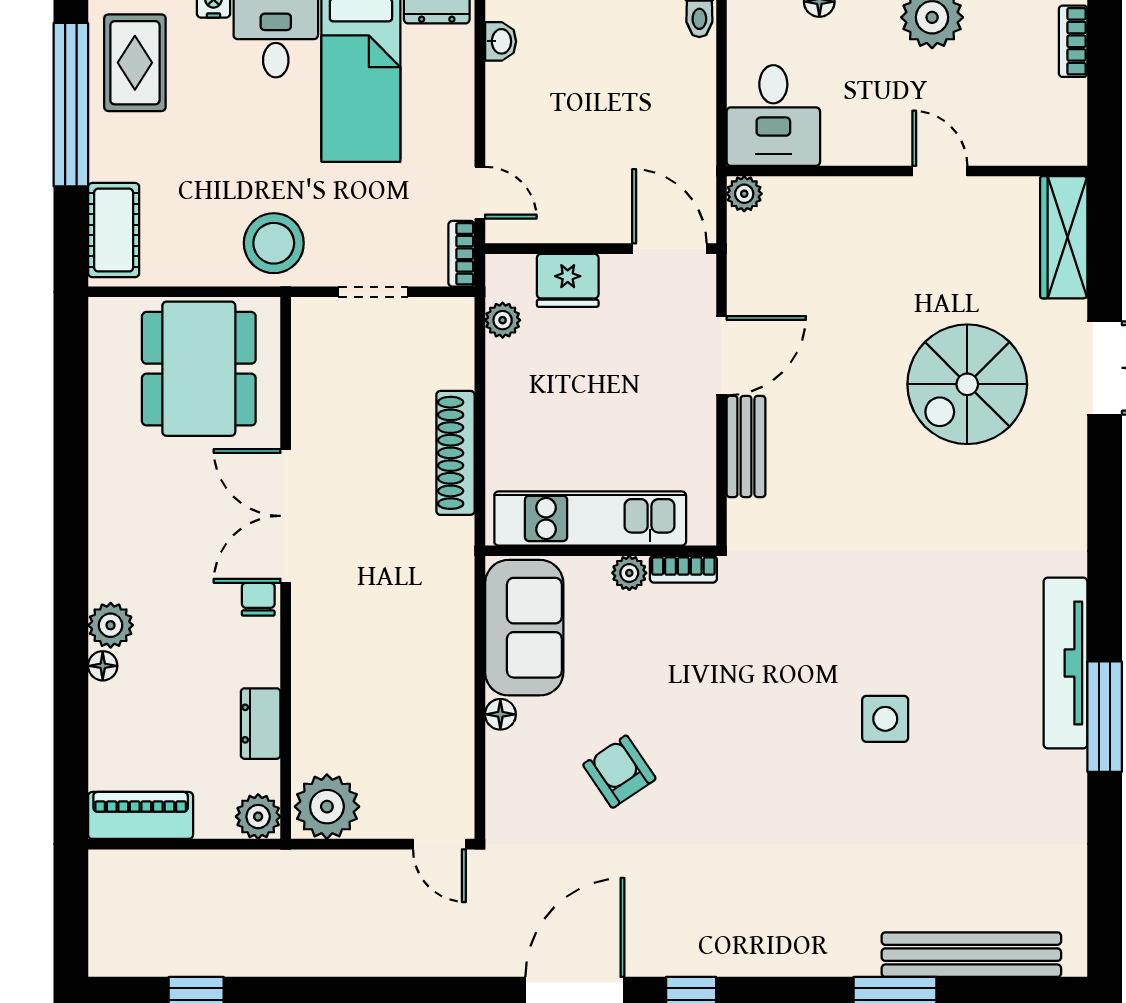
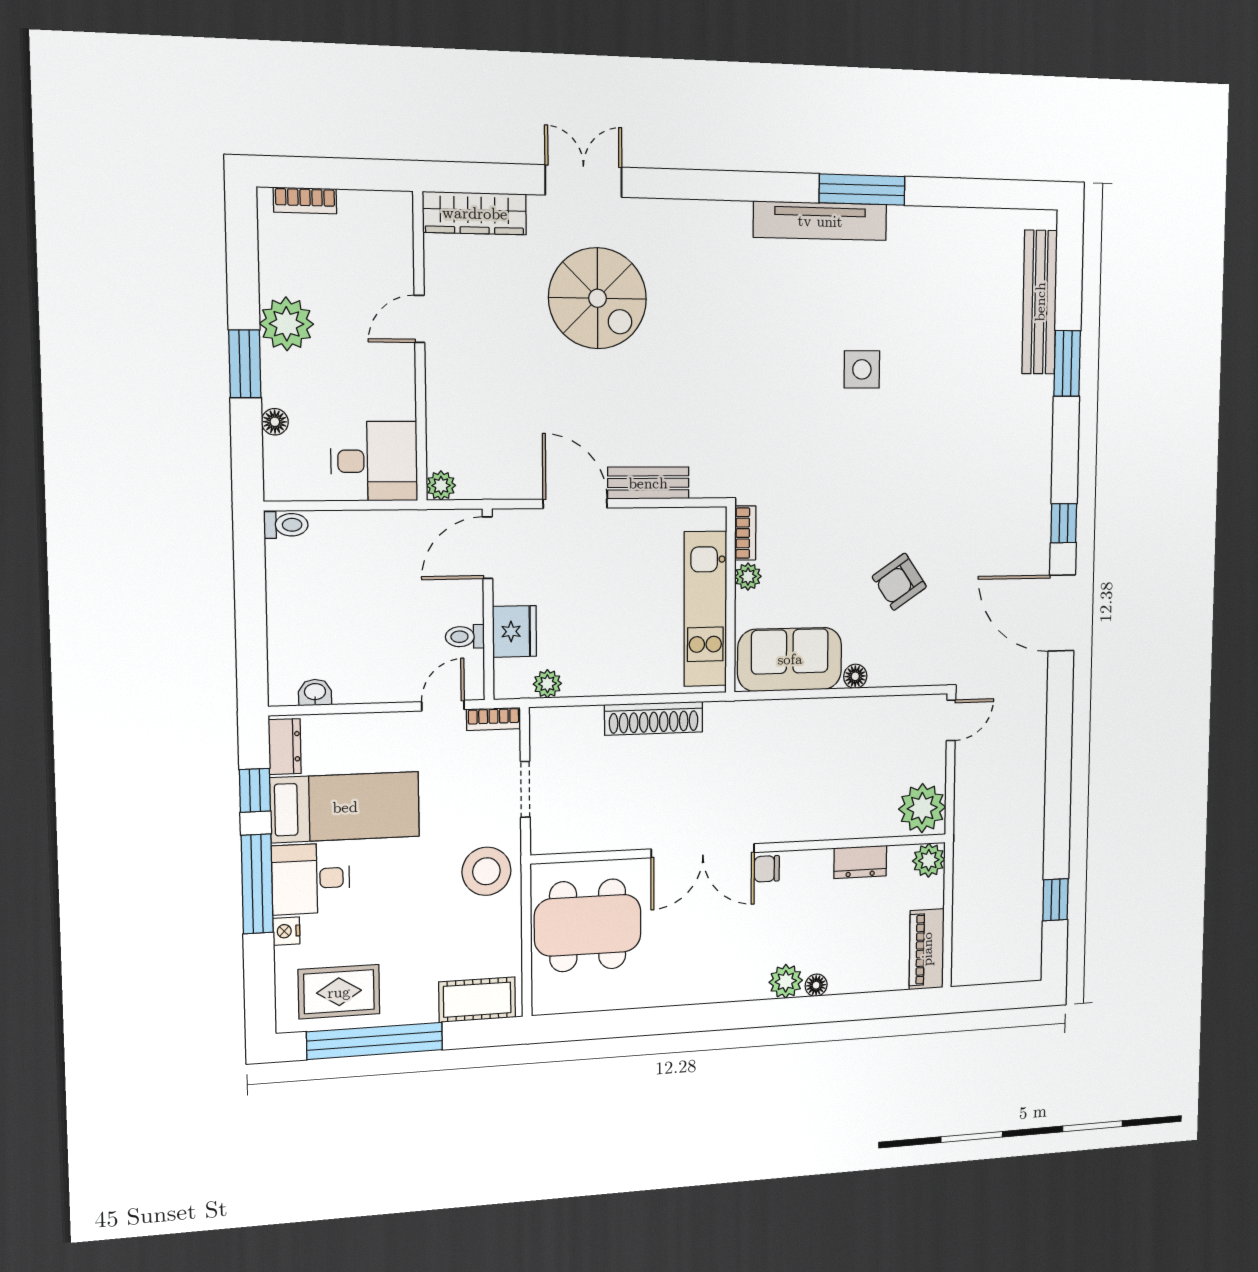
toilet: (563, 220) -> (465, 637), added

